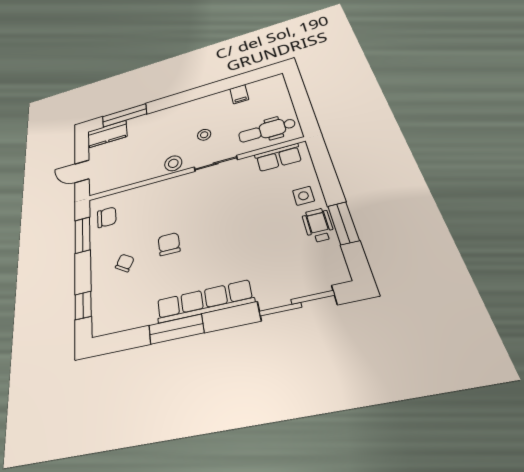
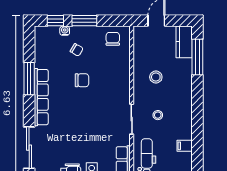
stool: (173, 163) -> (156, 77), moved
chair: (107, 217) -> (113, 39), turned 180
window: (83, 235) -> (84, 21), moved
water cooler: (98, 287) -> (65, 31), added

